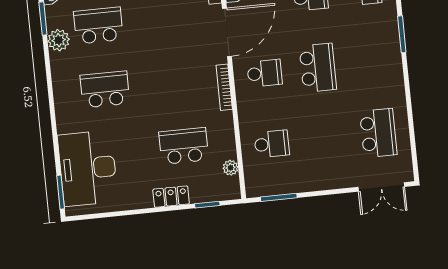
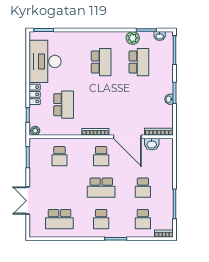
school desk: (371, 62) -> (101, 219), added
desk: (88, 168) -> (45, 61), moved, turned -90
plant: (230, 168) -> (35, 131), moved
double door: (381, 187) -> (28, 201), moved

